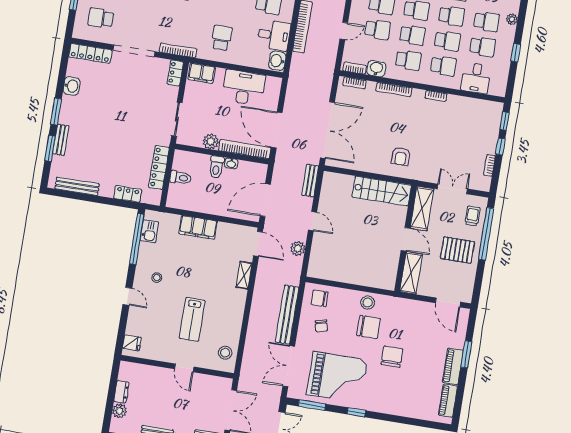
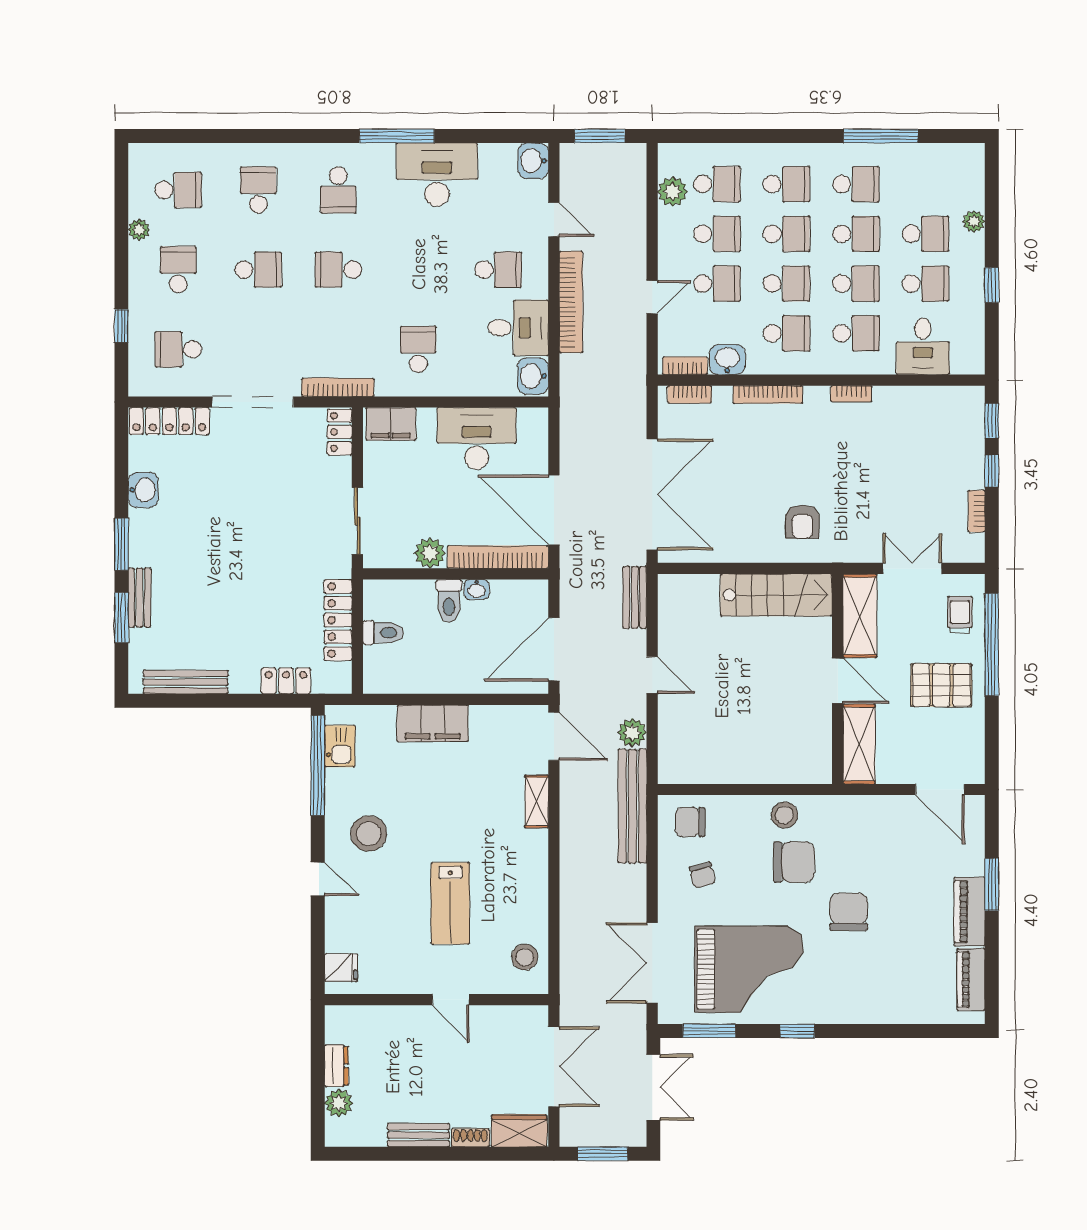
stool: (157, 278) -> (369, 834), width x1.89, depth x1.89
bench: (287, 315) -> (632, 806), moved

